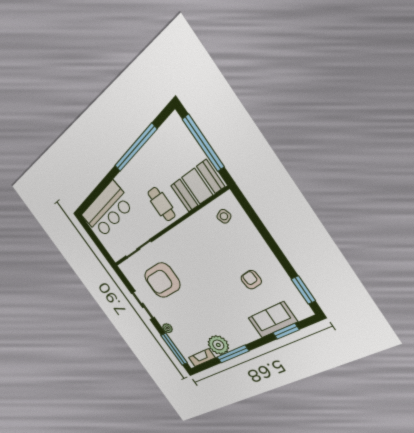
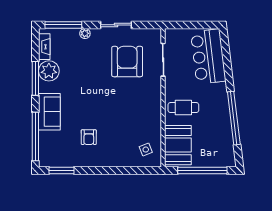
armchair: (251, 280) -> (89, 137), turned 95
sofa: (273, 320) -> (49, 112), moved
window: (286, 331) -> (35, 136), width x2.11

